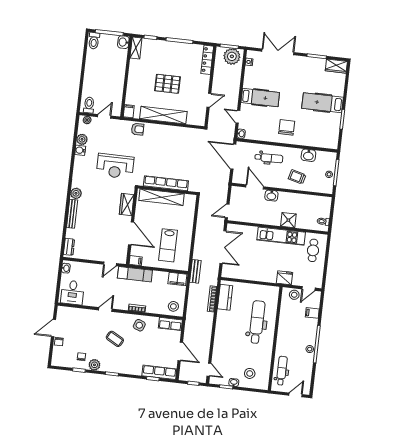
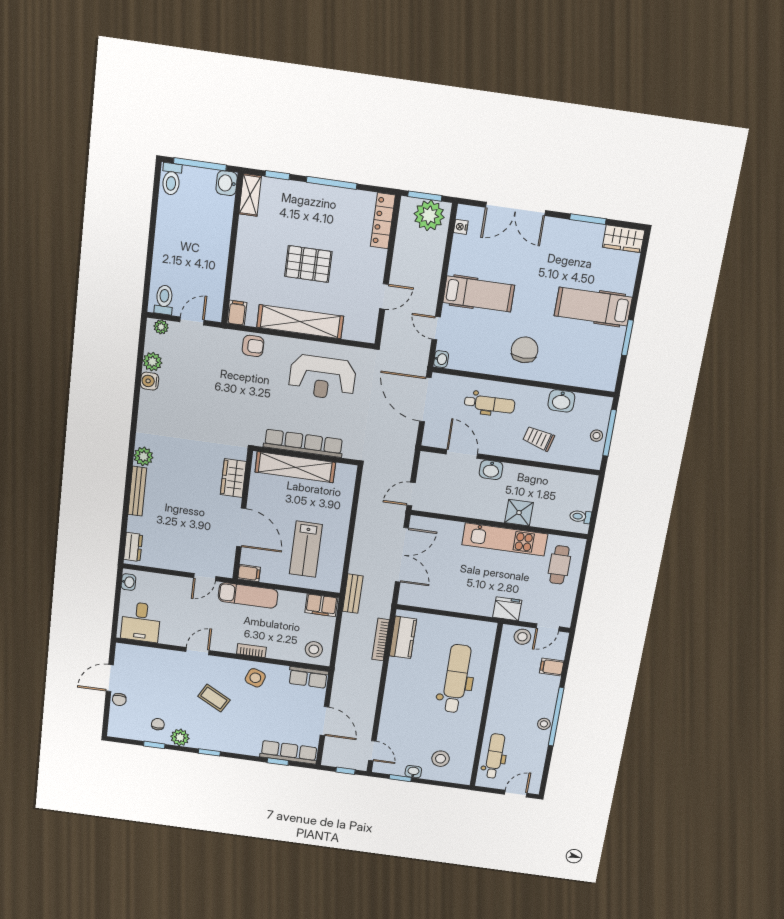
double door: (278, 52) -> (516, 209), swing flipped
reception desk: (115, 166) -> (322, 377), moved

